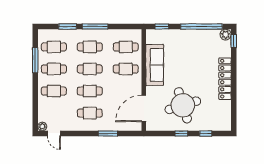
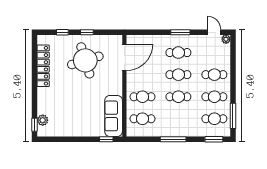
window: (68, 27) -> (214, 139), moved
window: (201, 27) -> (67, 139), removed
plant: (226, 35) -> (43, 120), moved
cafe table: (90, 47) -> (178, 119), removed
window: (35, 60) -> (233, 116), moved
sofa: (155, 65) -> (114, 116), moved
locker: (225, 79) -> (43, 66), moved
window: (108, 134) -> (180, 32), moved

